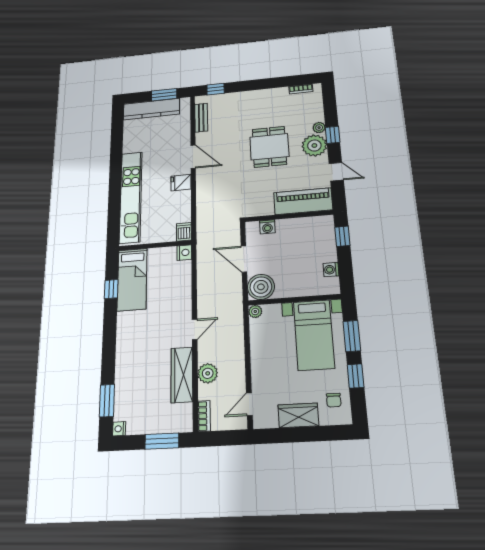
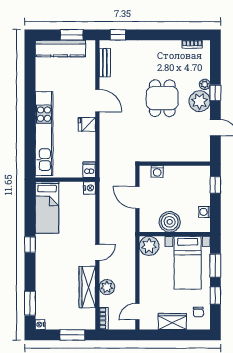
piano: (303, 201) -> (187, 152), removed
boiler: (261, 287) -> (170, 222), moved
window: (111, 289) -> (30, 245), moved
plant: (255, 311) -> (149, 246), width x1.88, depth x1.88

